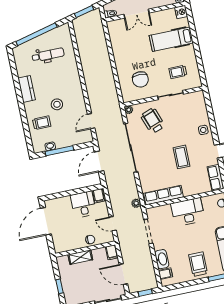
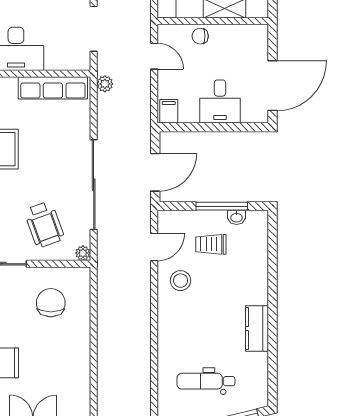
stool: (57, 104) -> (181, 281), moved
trolley: (42, 123) -> (211, 244), moved
desk: (83, 204) -> (220, 101), moved

